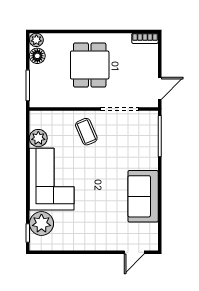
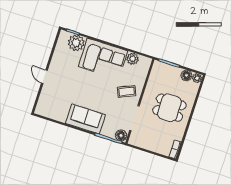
door: (160, 88) -> (139, 148), removed
floor lamp: (150, 120) -> (121, 135), added
sofa: (143, 196) -> (85, 119), moved
door: (134, 252) -> (44, 77), moved

